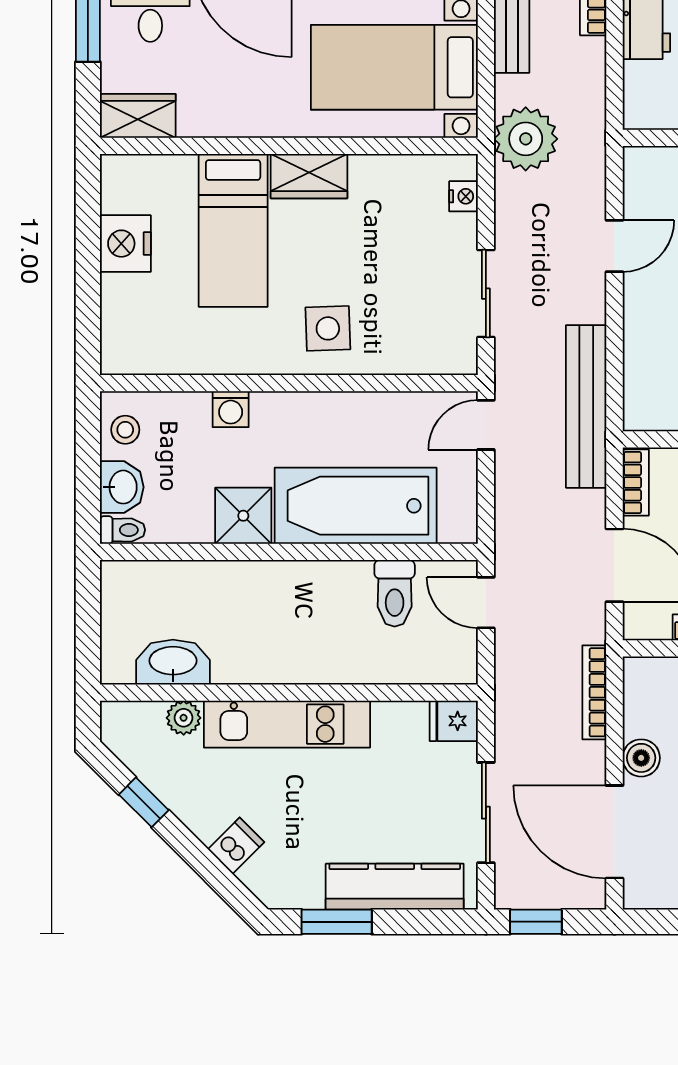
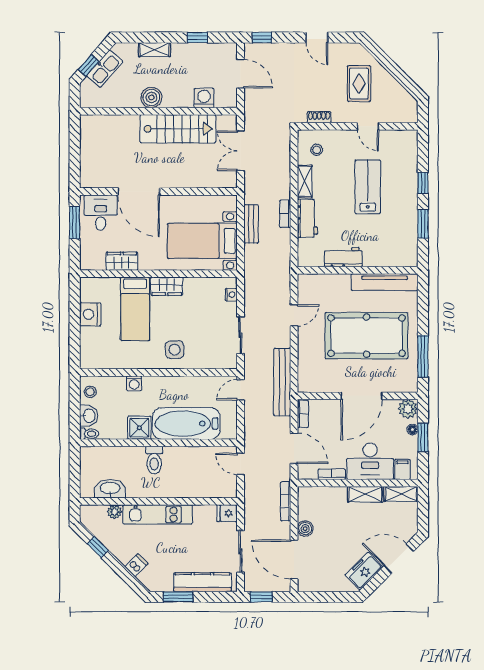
wardrobe: (138, 116) -> (122, 261), moved
plant: (526, 139) -> (257, 271), removed
toilet: (395, 593) -> (154, 460), moved

